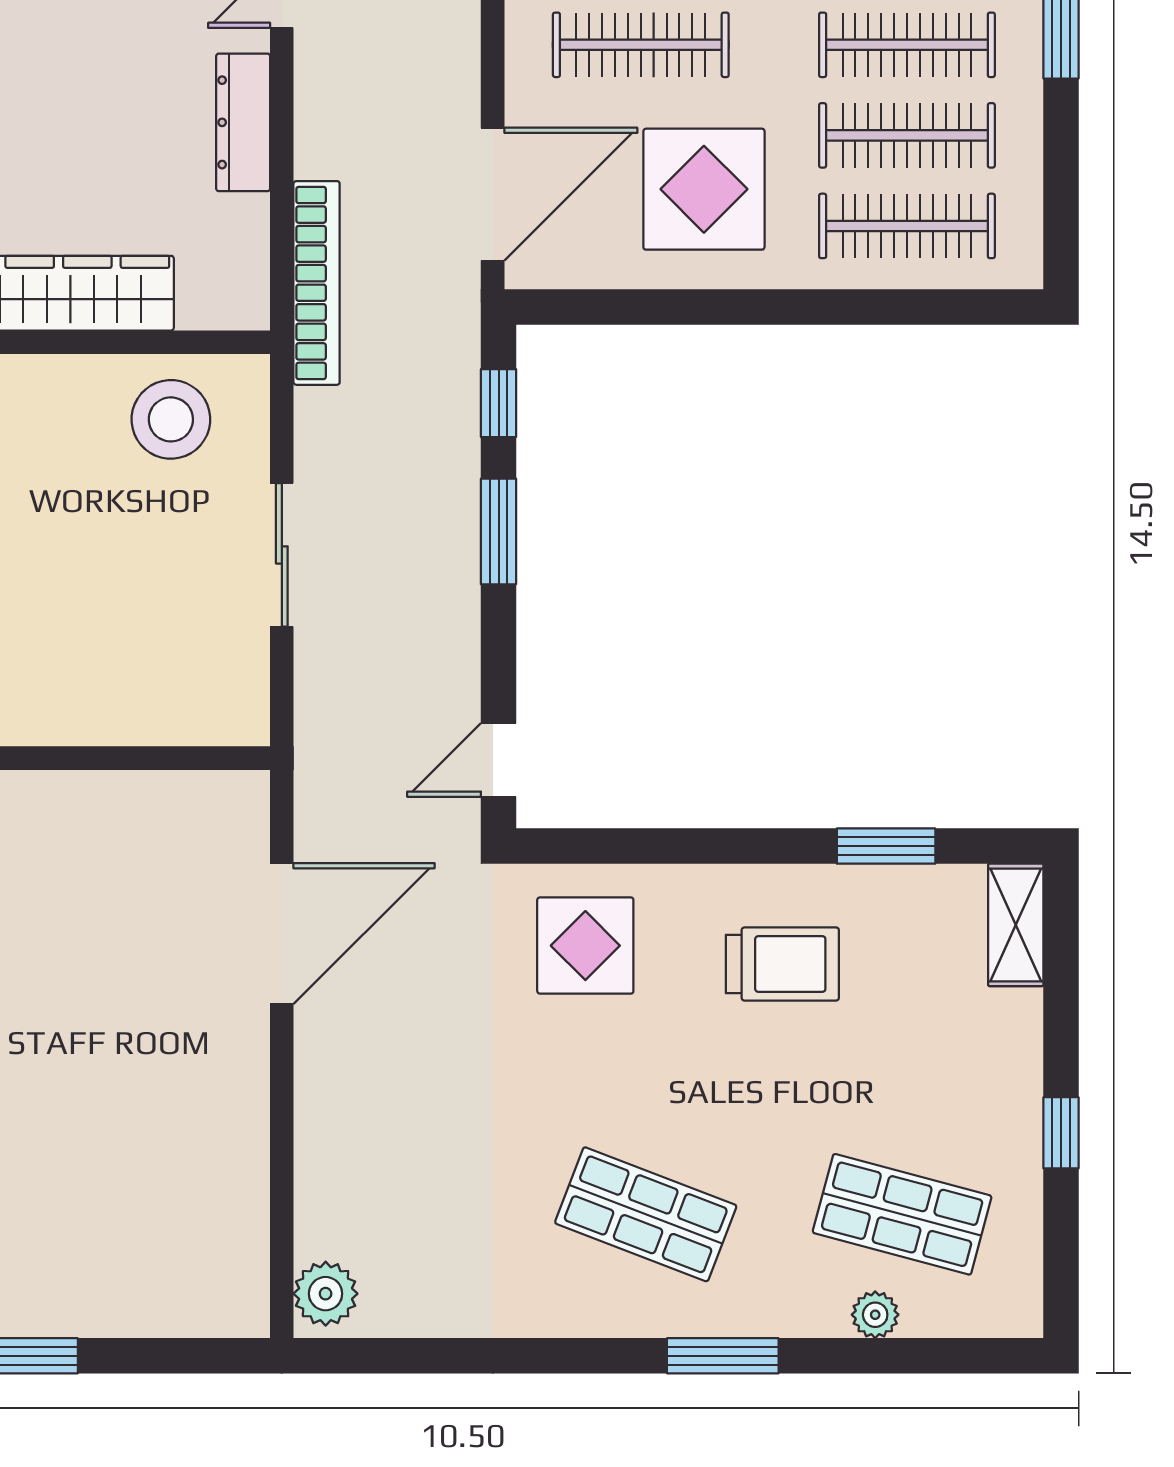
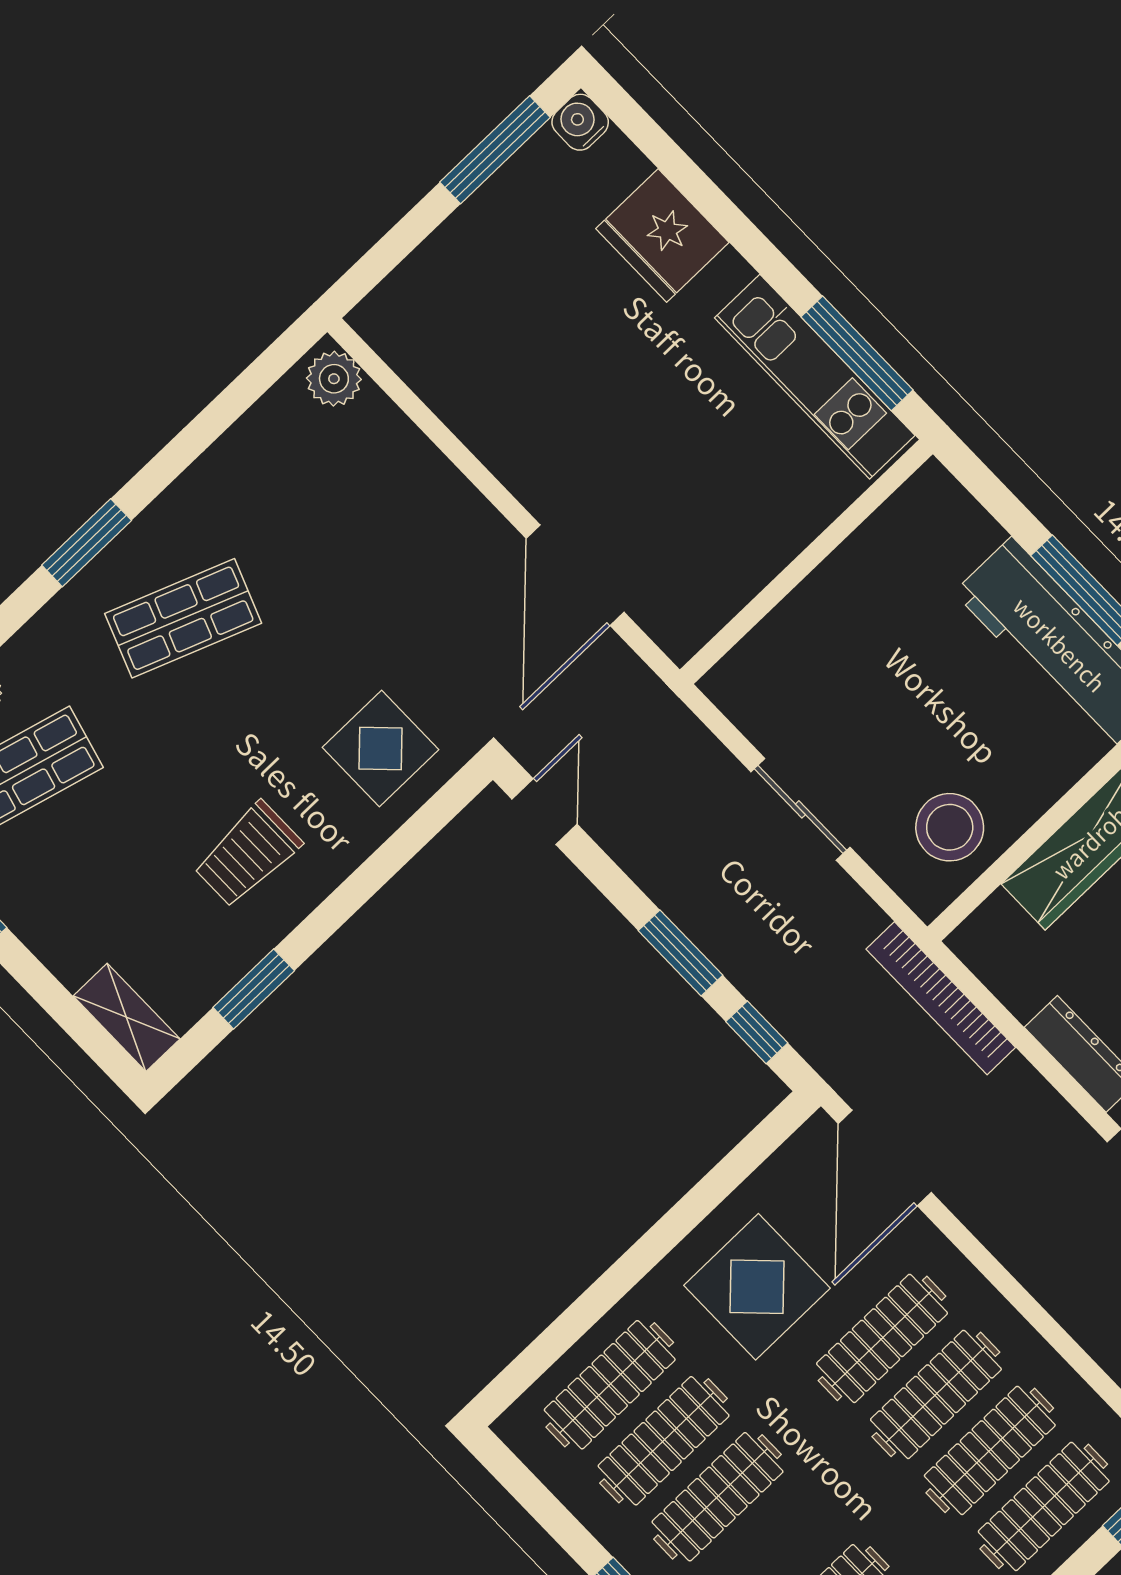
window: (723, 1356) -> (87, 543), moved

